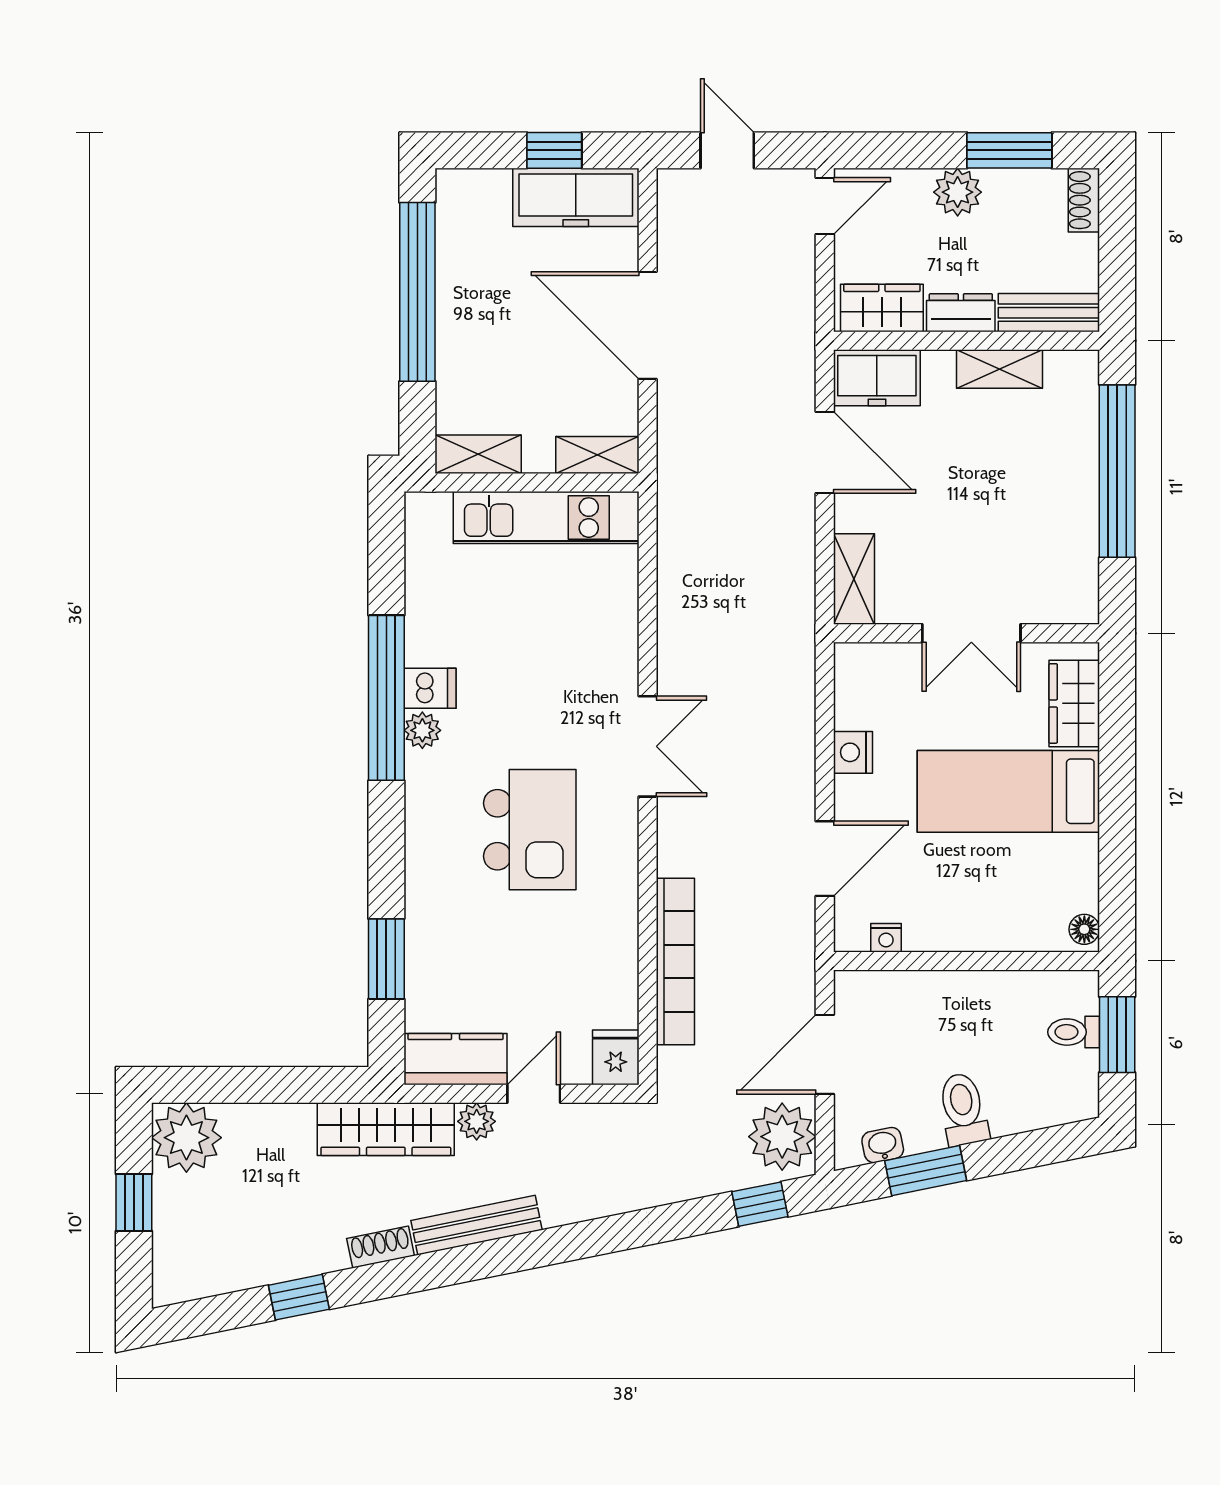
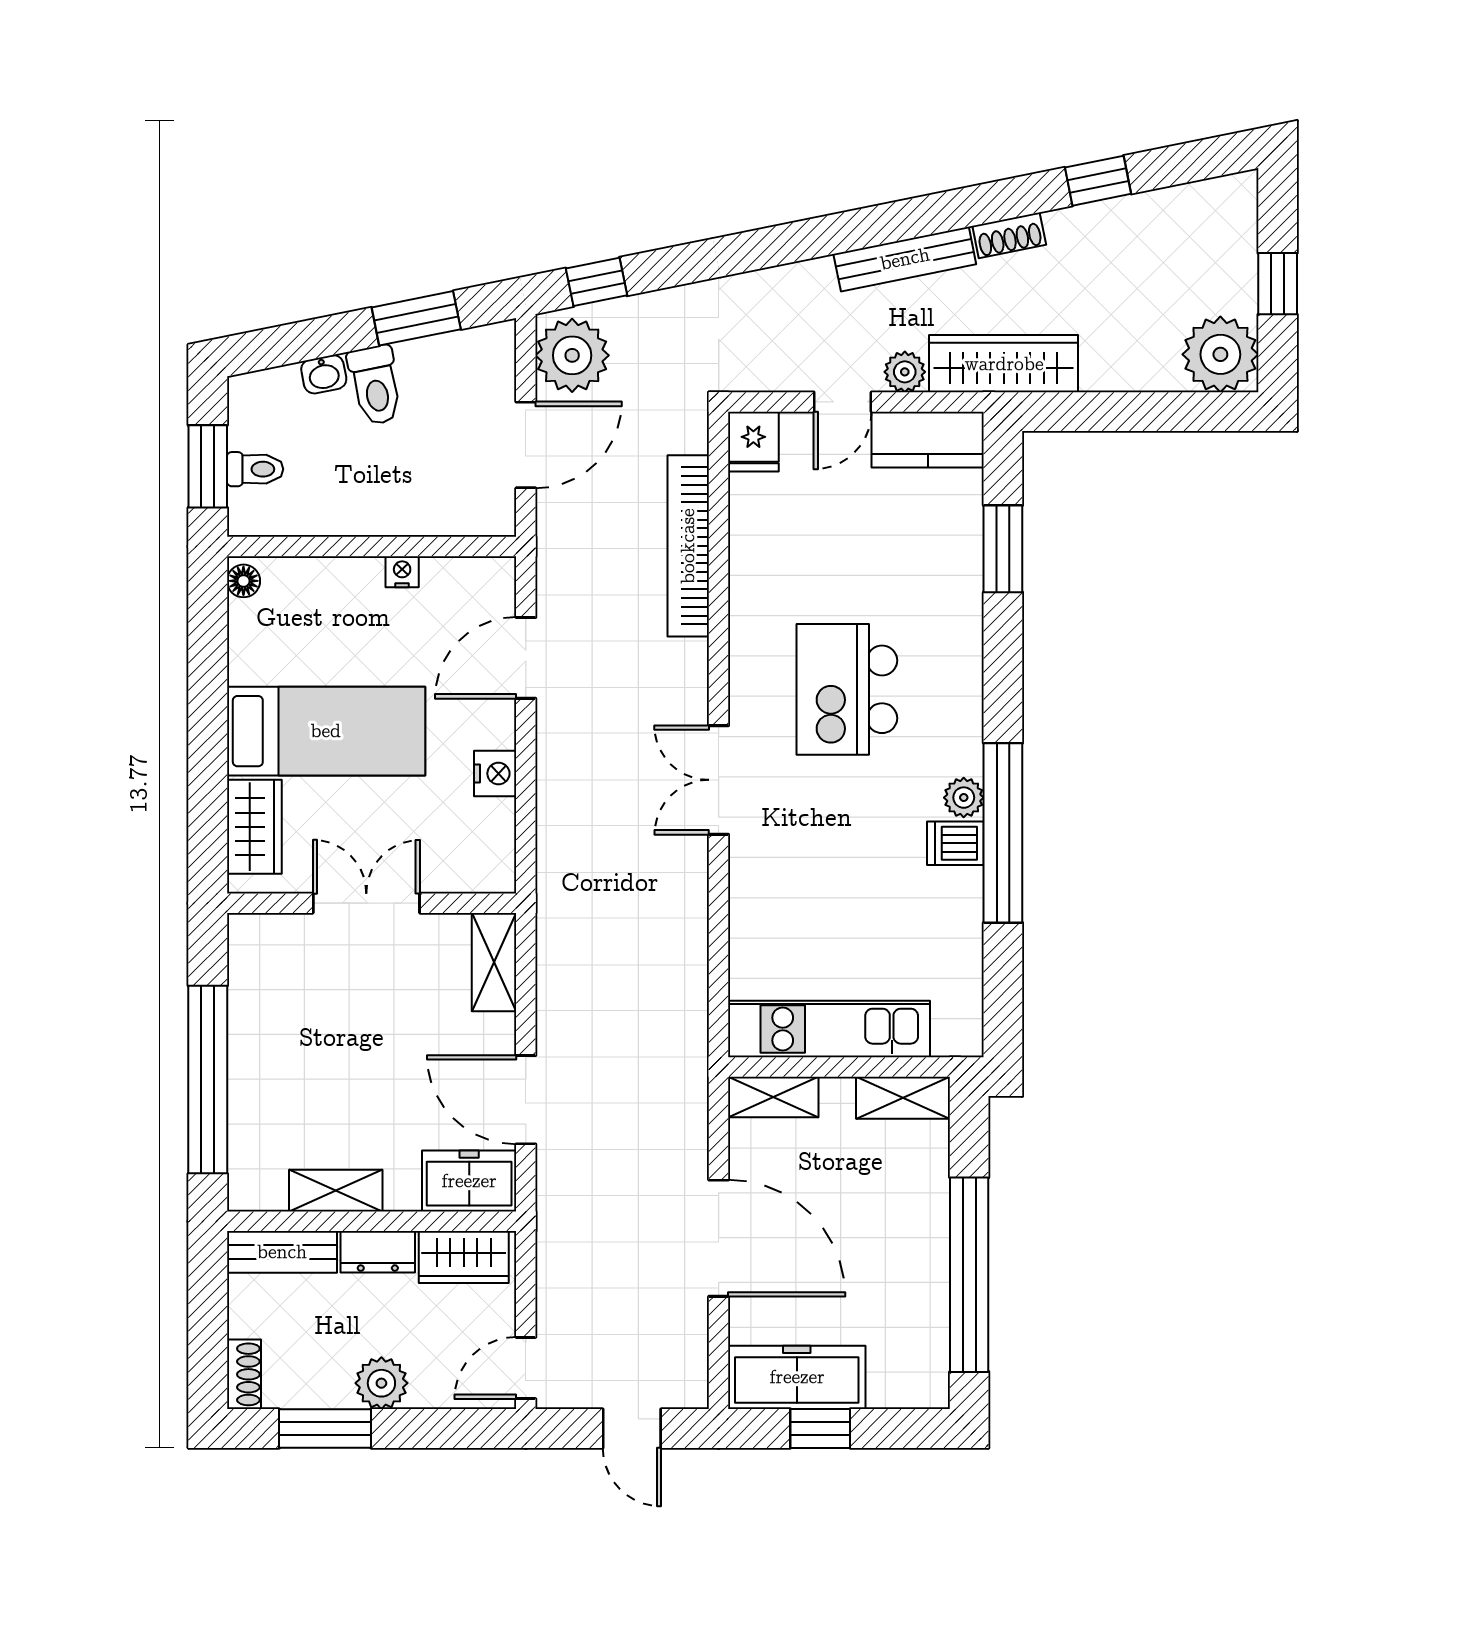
nightstand: (886, 938) -> (402, 572), moved
washbasin: (883, 1145) -> (324, 374), moved

